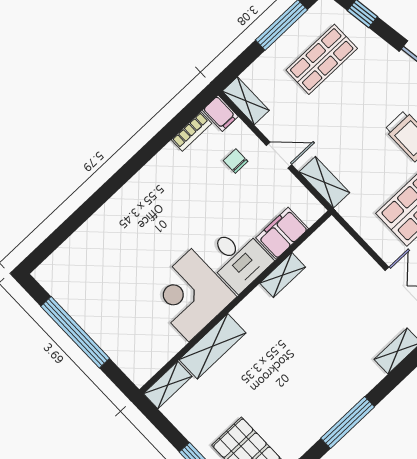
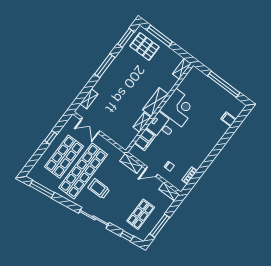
filing cabinet: (220, 113) -> (228, 119), moved
shelving: (212, 346) -> (155, 102), moved

